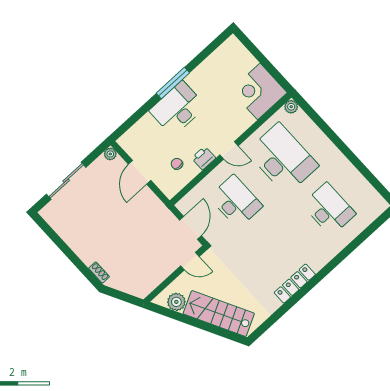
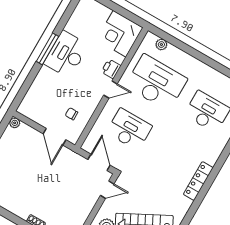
plant: (291, 107) -> (161, 45), moved
desk: (178, 109) -> (66, 54), moved
printer: (204, 158) -> (111, 69), moved
door: (140, 172) -> (55, 137), moved

